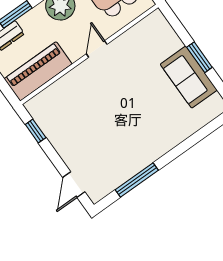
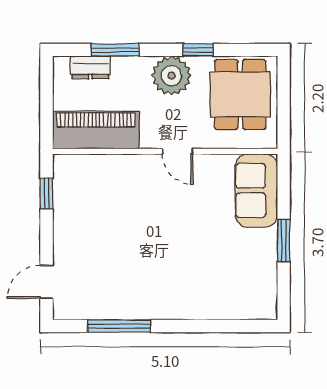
door: (97, 49) -> (178, 151), swing flipped
sofa: (189, 77) -> (256, 190), moved

